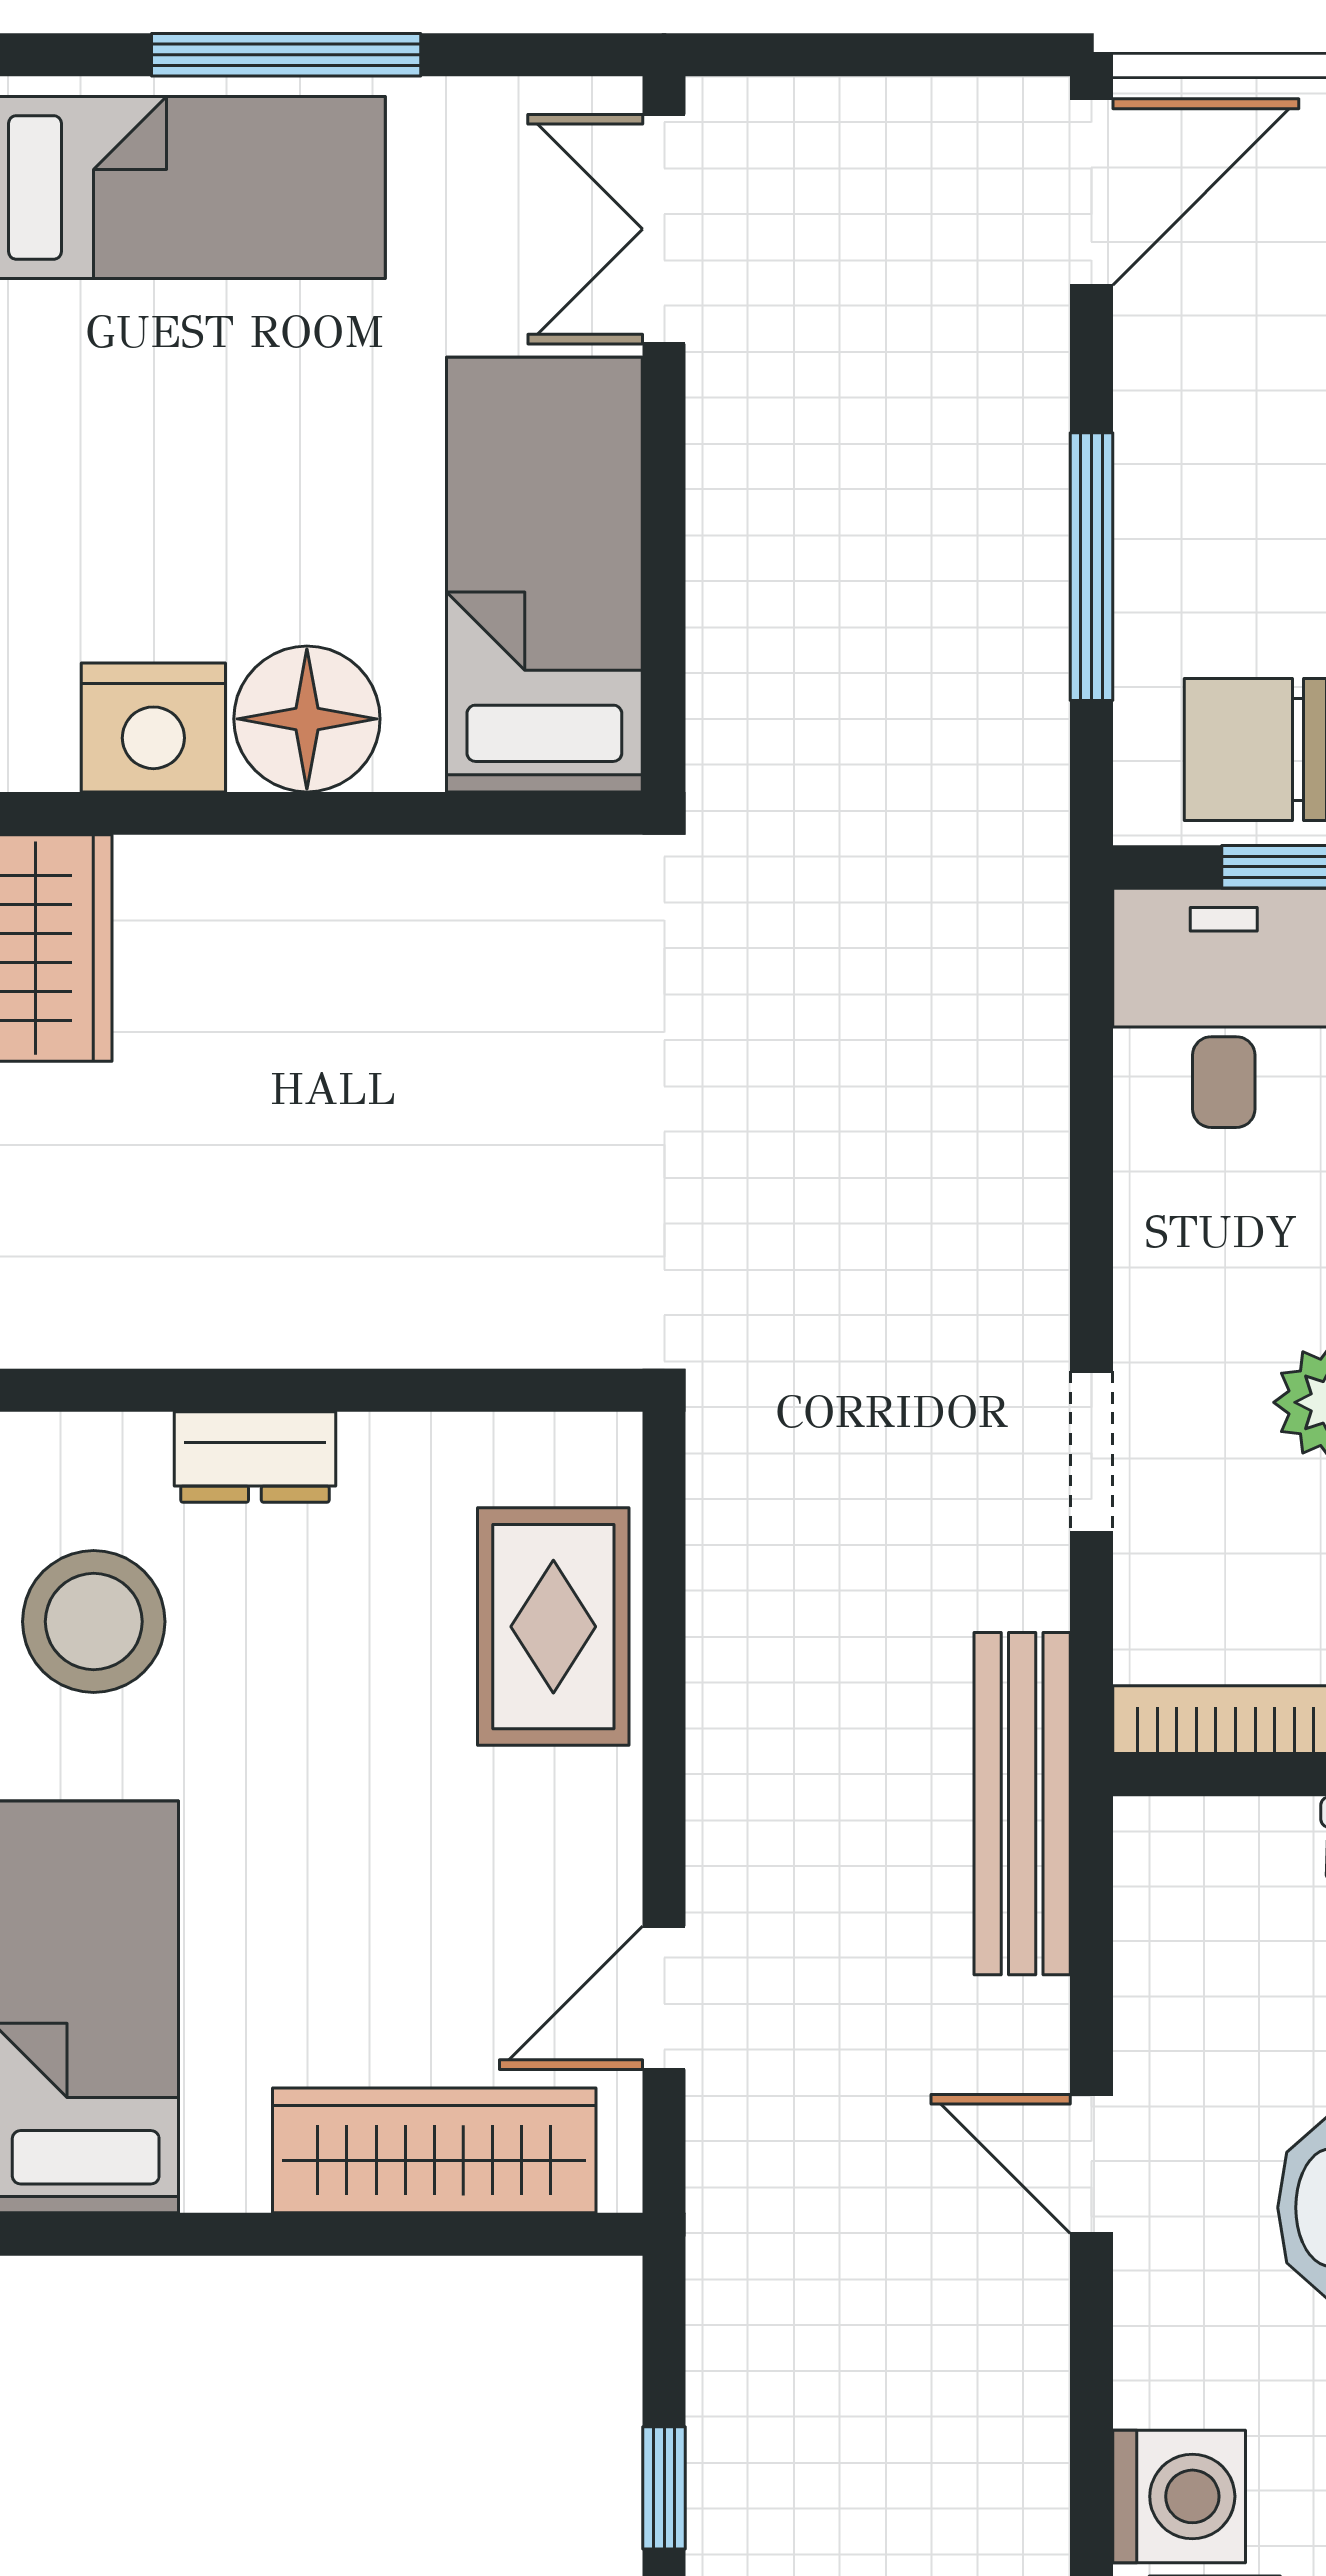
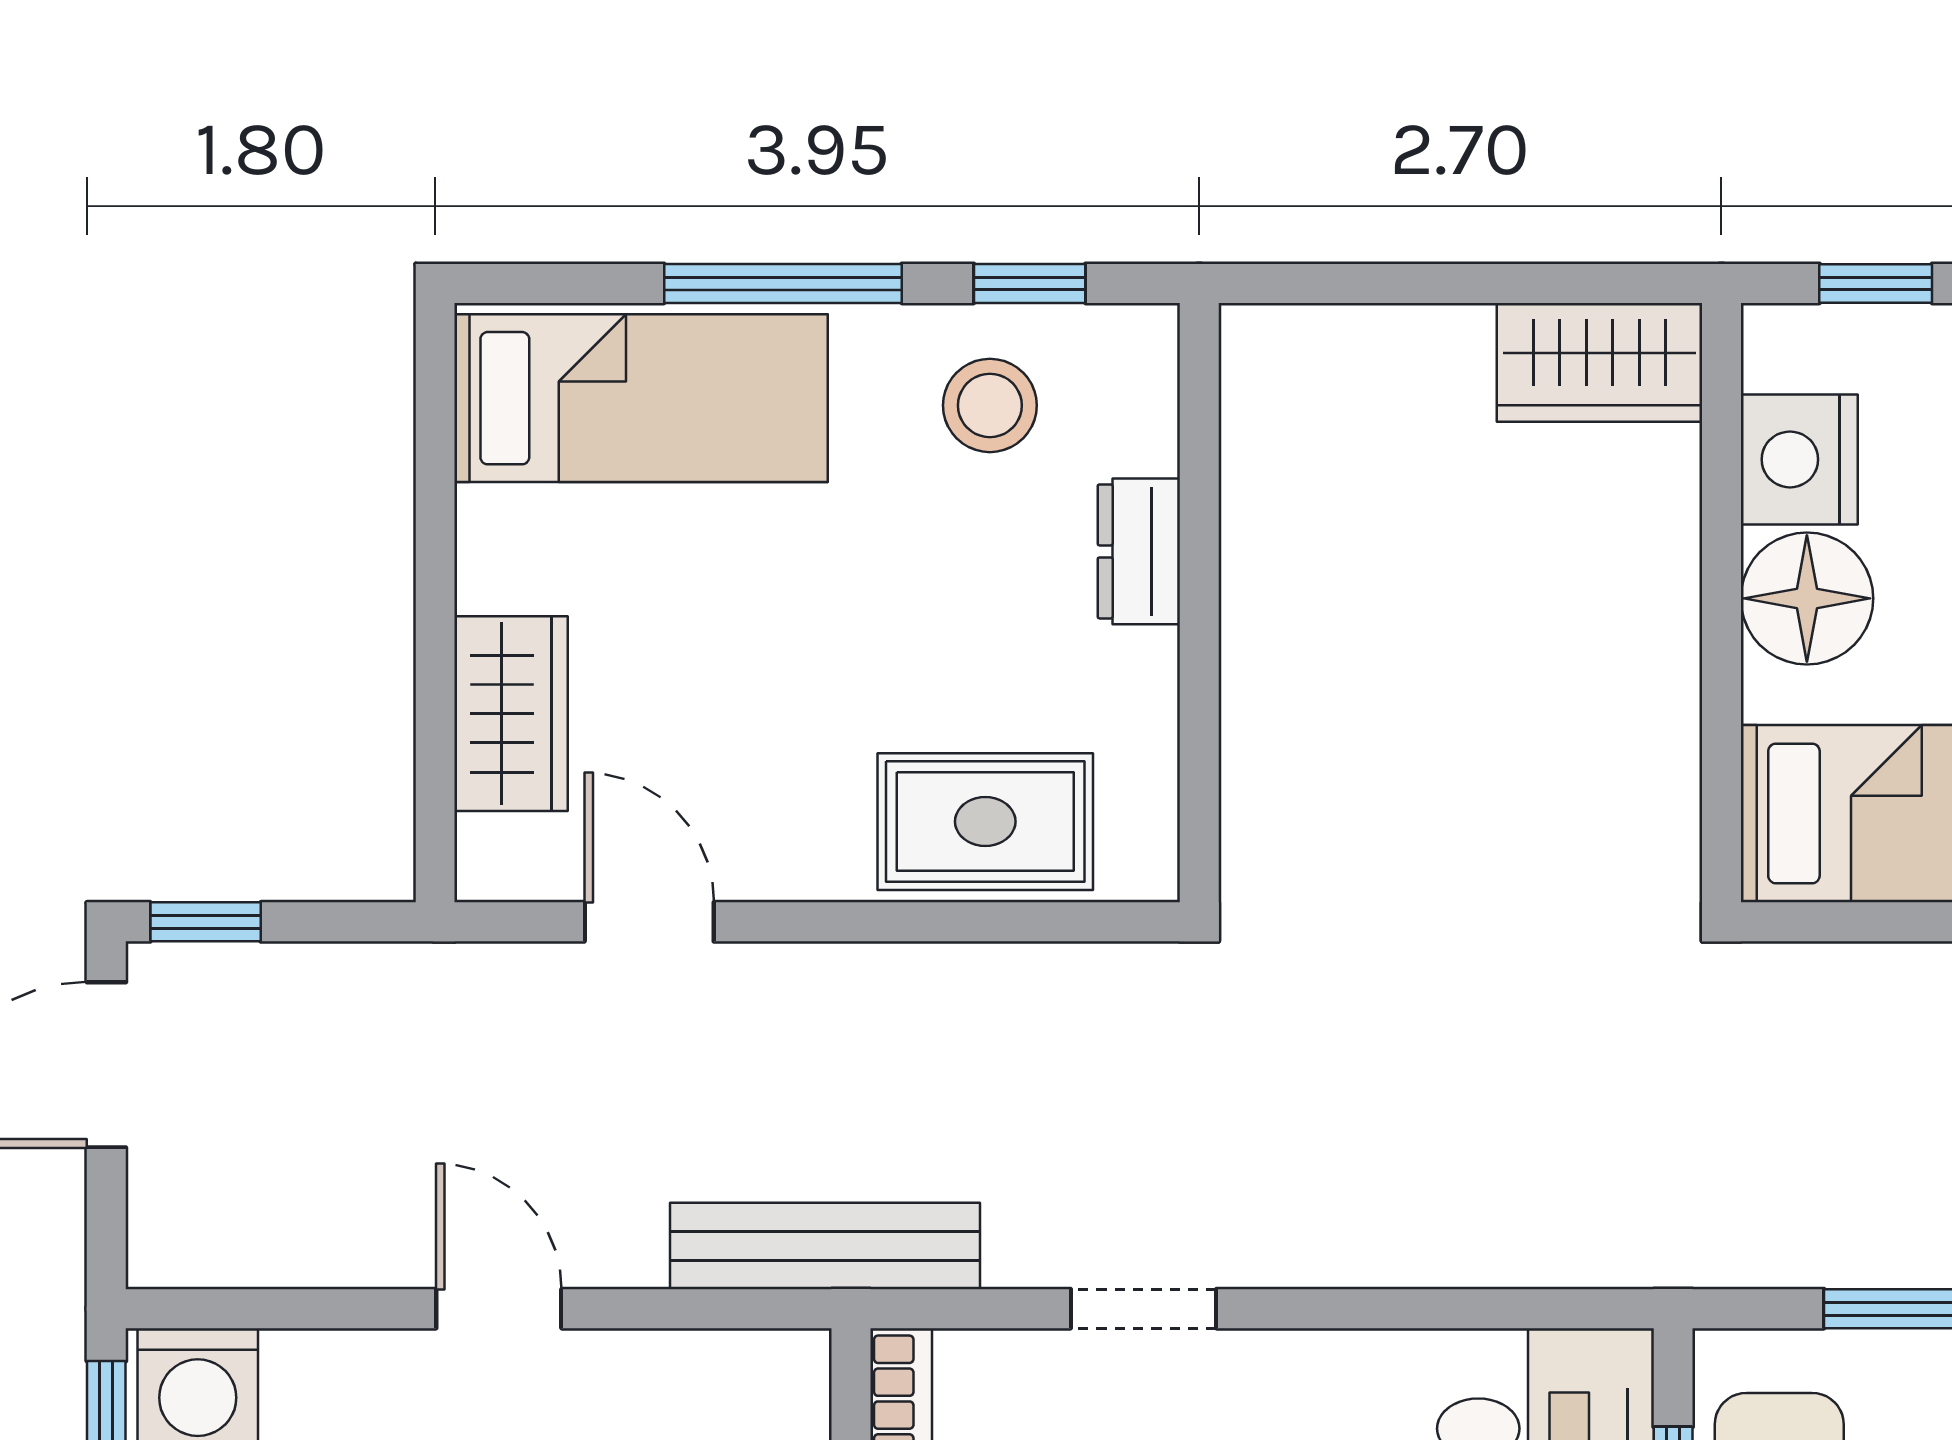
stool: (94, 1622) -> (990, 405), width x0.73, depth x0.73
wardrobe: (434, 2150) -> (511, 714), width x0.67
door: (1091, 2164) -> (499, 1309), hinge flipped

